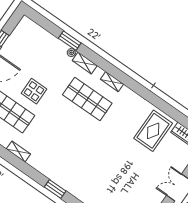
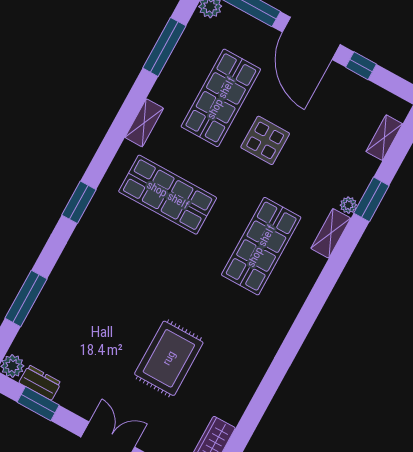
shelving: (112, 82) -> (384, 138), moved
rug: (153, 131) -> (169, 358), moved, turned 90
shop shelf: (56, 144) -> (168, 195), added

